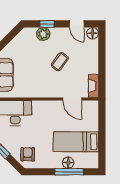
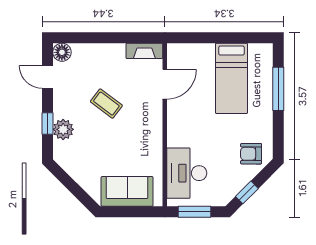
door: (77, 24) -> (47, 77), swing flipped
floor lamp: (68, 163) -> (264, 91), removed

